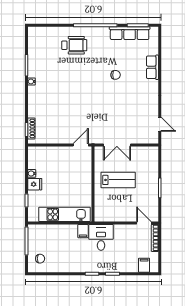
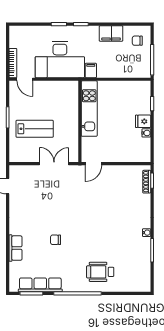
lab bench: (118, 180) -> (35, 129), moved, turned 180
kitchen unit: (65, 214) -> (89, 109), moved, turned -90
desk: (101, 237) -> (60, 59), width x1.87, depth x1.30
filing cabinet: (144, 265) -> (111, 33), moved, width x2.00

